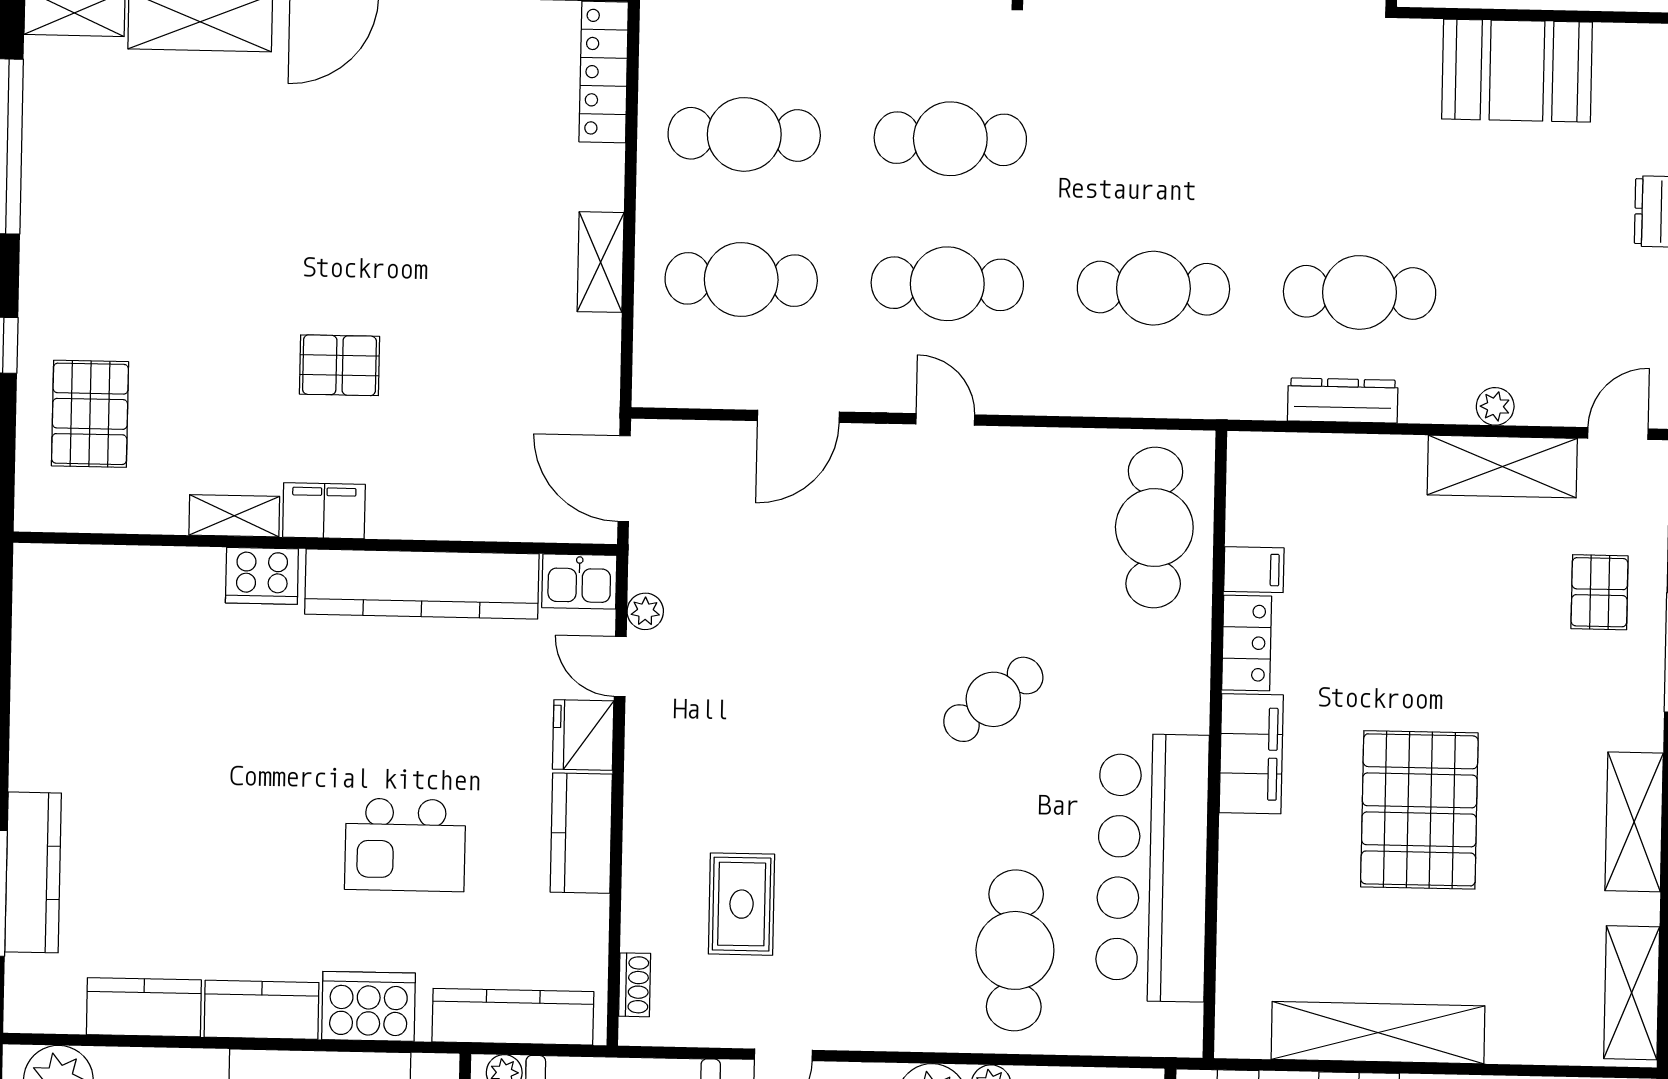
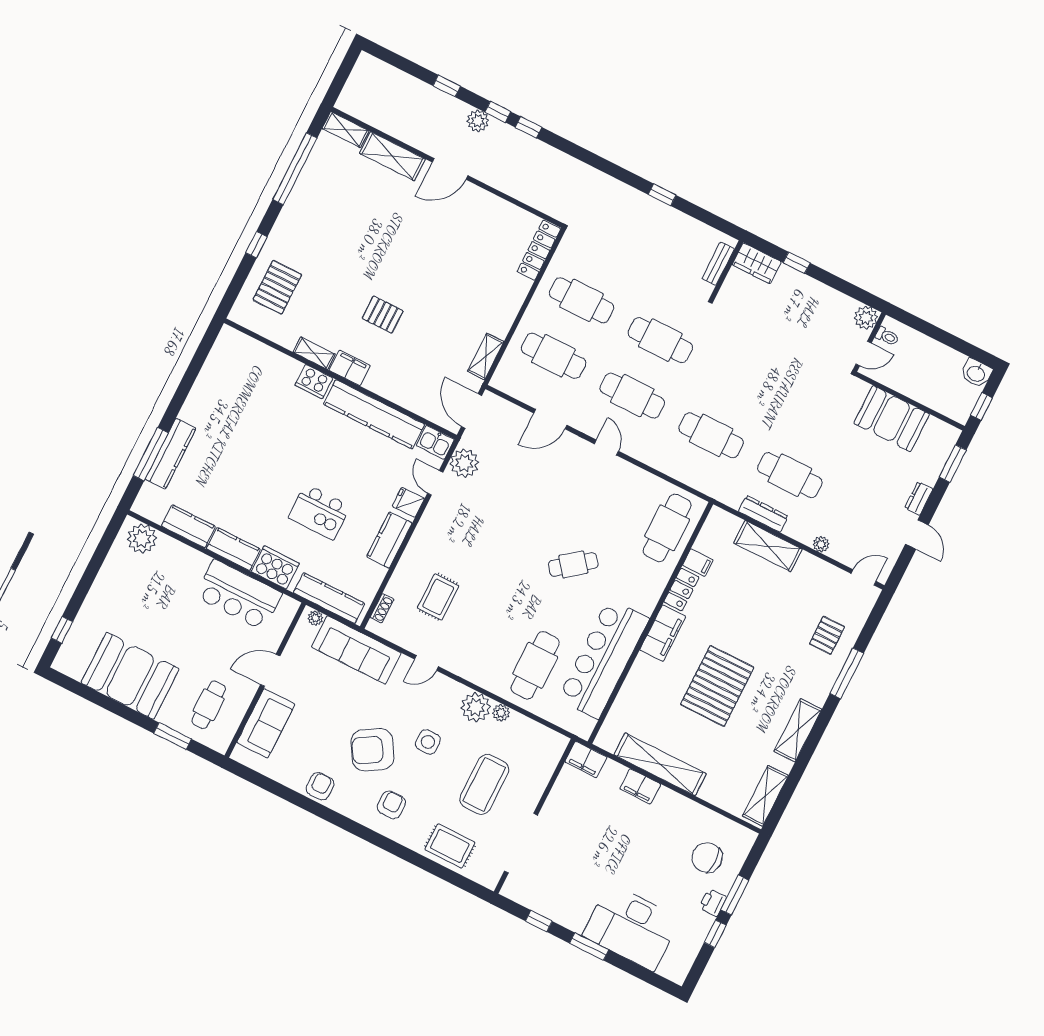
shelving: (601, 262) -> (486, 356), moved
shelving: (1502, 467) -> (768, 546), moved
plant: (645, 611) -> (464, 463), width x1.88, depth x1.88
fridge: (583, 735) -> (408, 502), width x0.72

